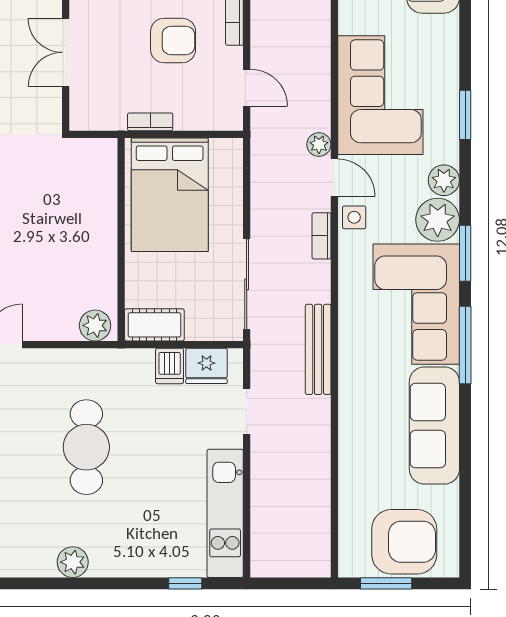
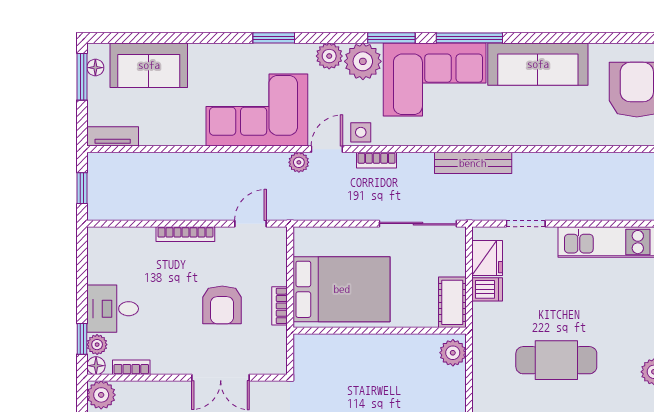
armchair: (173, 41) -> (222, 305), moved, turned 180

